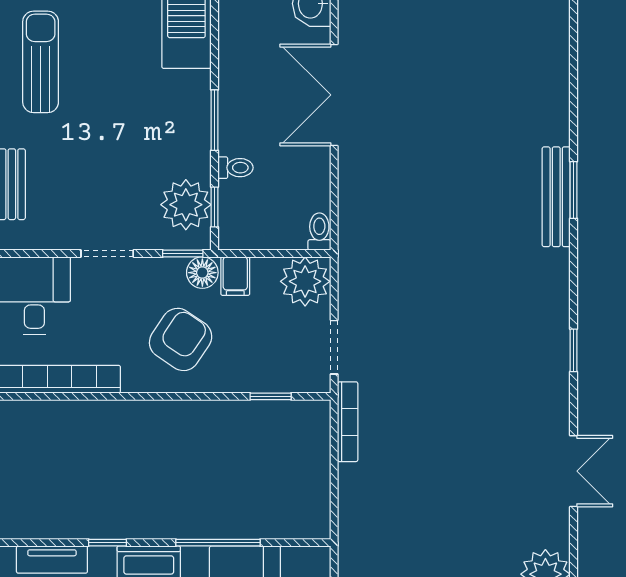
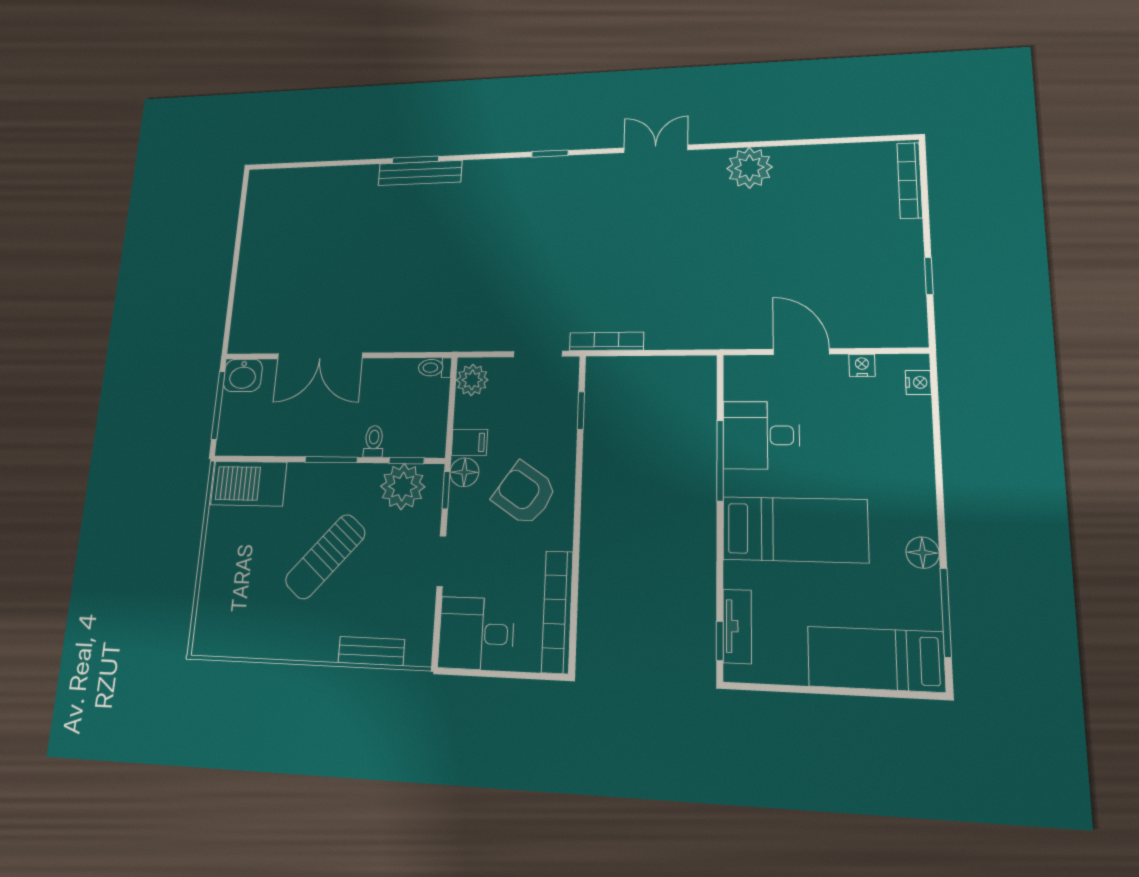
sun lounger: (41, 62) -> (325, 557), moved, turned -49
plant: (305, 281) -> (472, 380), width x0.73, depth x0.73
window: (107, 543) -> (720, 641), moved

